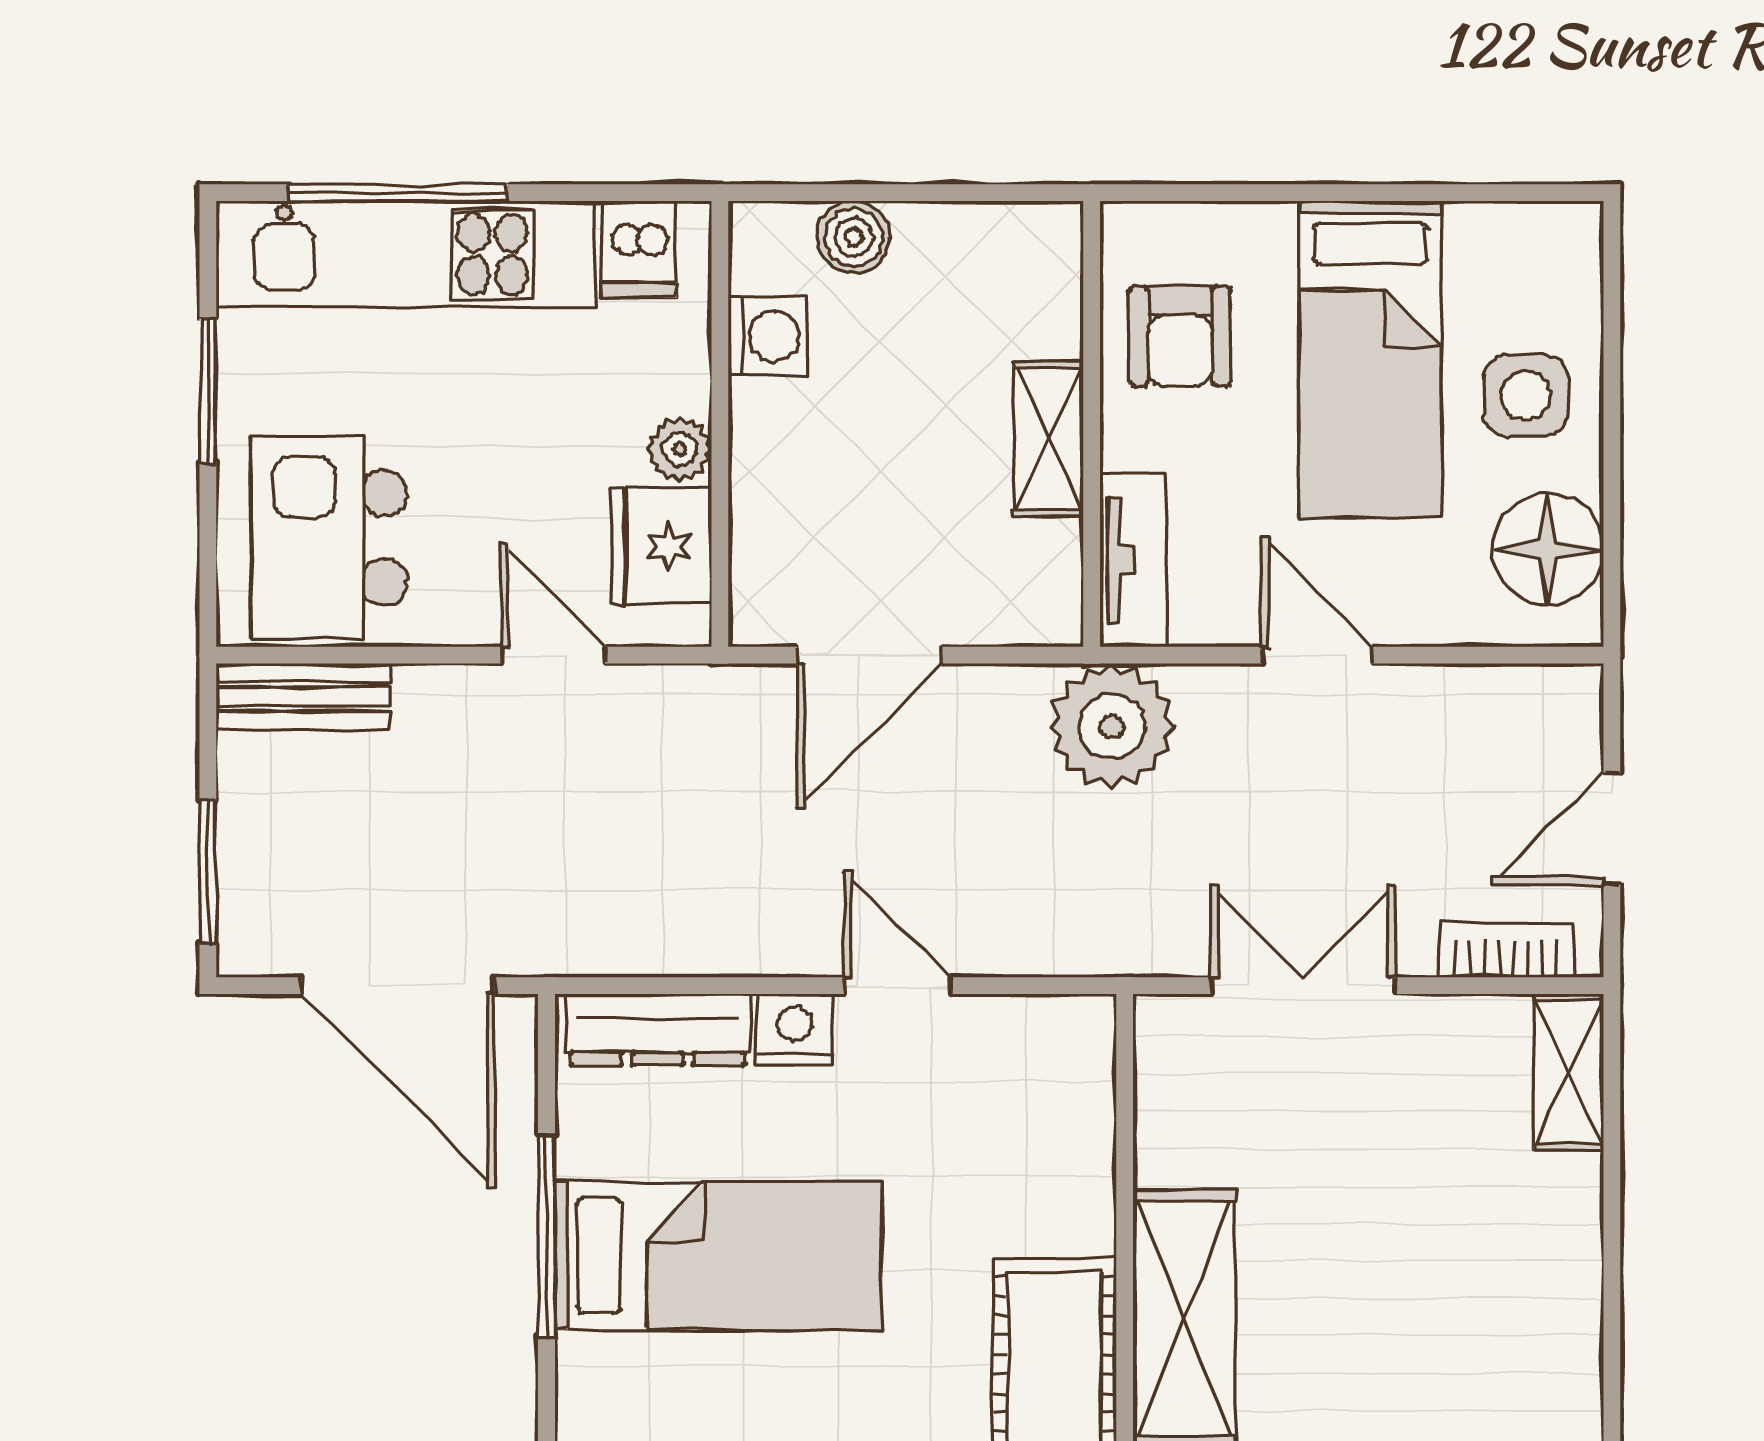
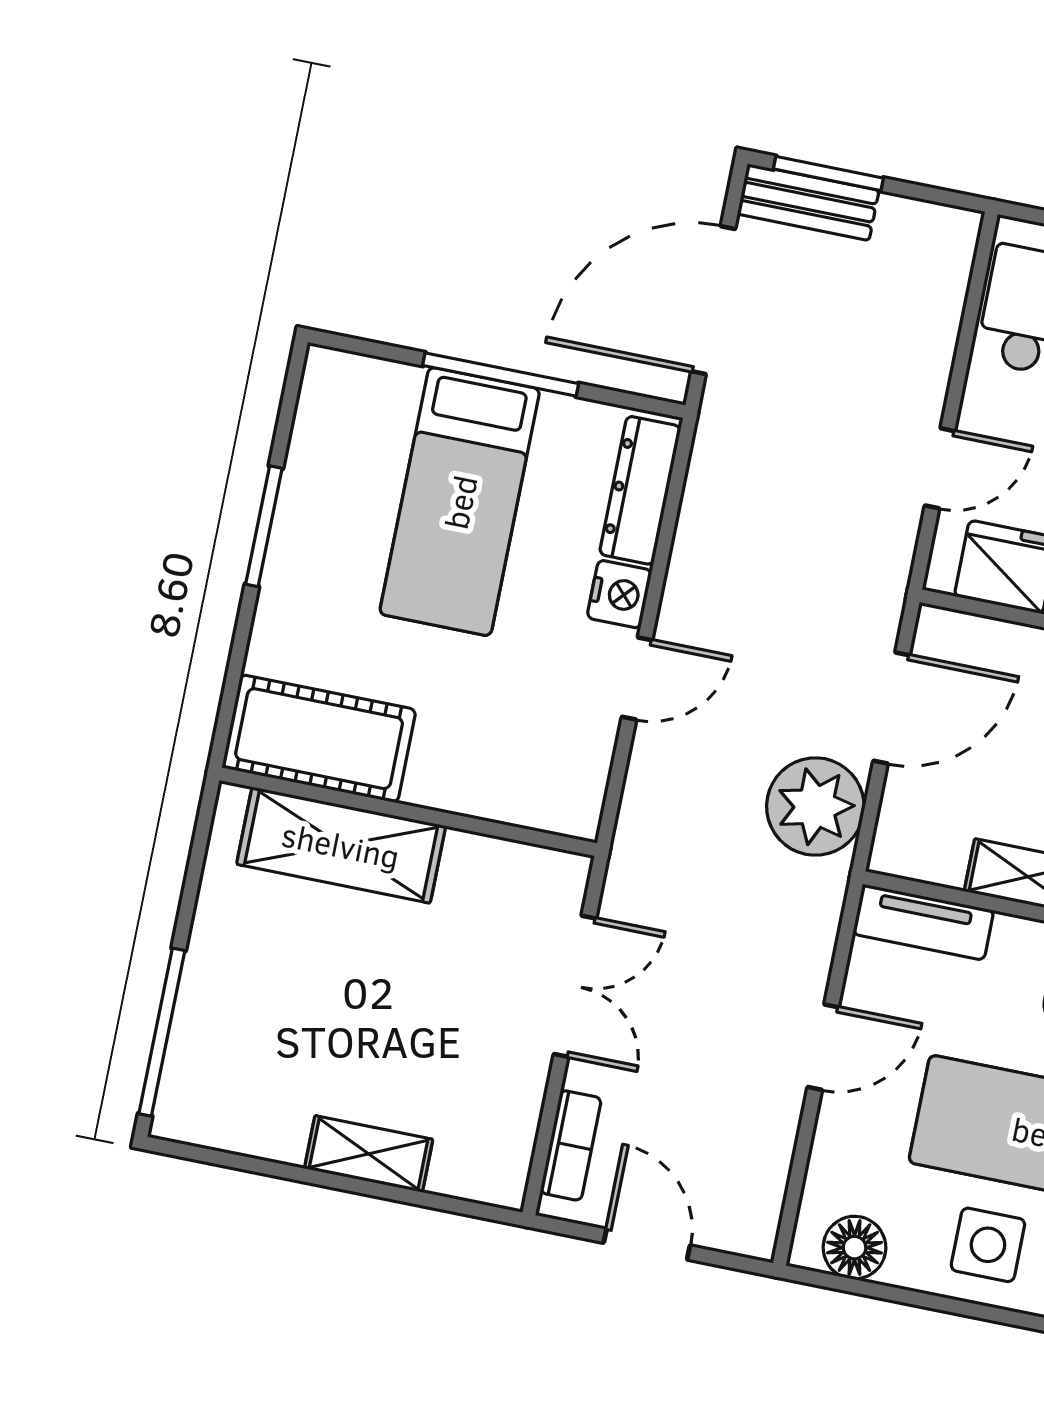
floor lamp: (1548, 549) -> (855, 1248), width x0.73, depth x0.73
door: (869, 655) -> (892, 708), swing flipped
bench: (303, 697) -> (808, 202), moved, turned 90
plant: (1112, 727) -> (815, 807), moved
shelving: (1569, 1072) -> (369, 1154), moved

